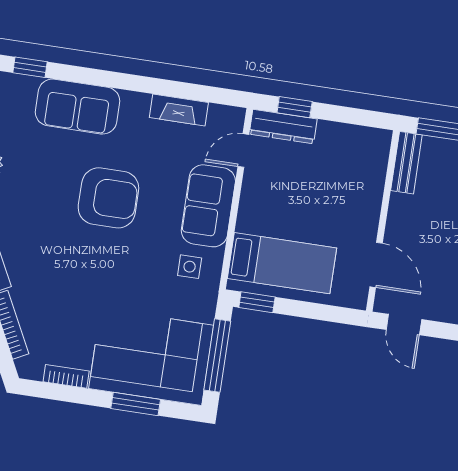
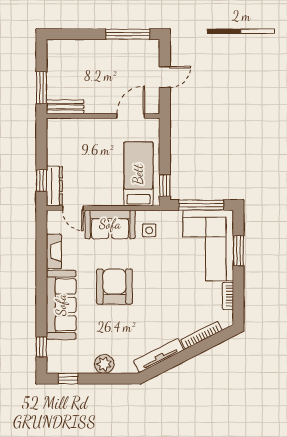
sofa: (78, 107) -> (61, 305), width x1.36
door: (404, 325) -> (165, 77), moved

